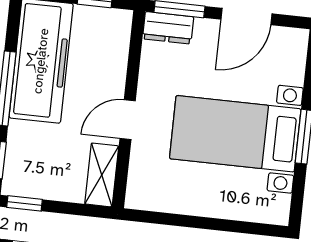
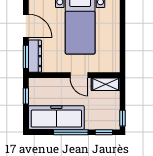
dresser: (168, 28) -> (35, 56), width x1.44

